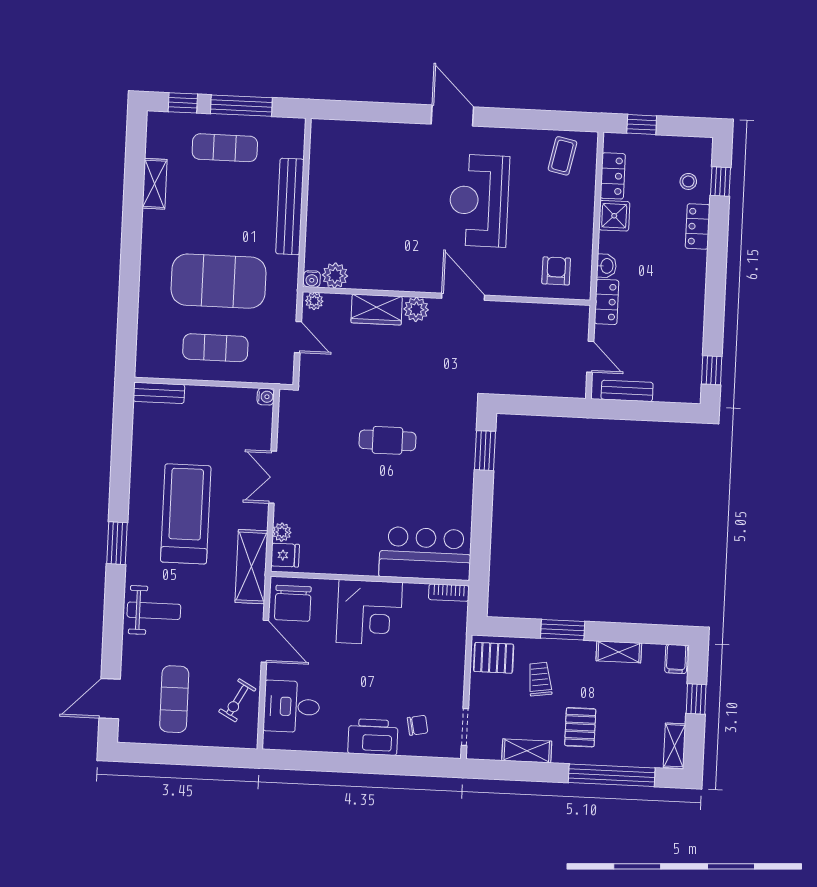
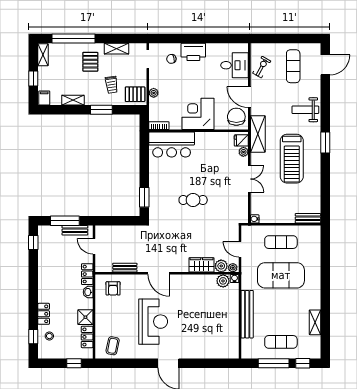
plant: (416, 309) -> (221, 266), moved
bench: (531, 311) -> (125, 268), added
window: (646, 411) -> (65, 221), added
plant: (456, 659) -> (154, 93), added

